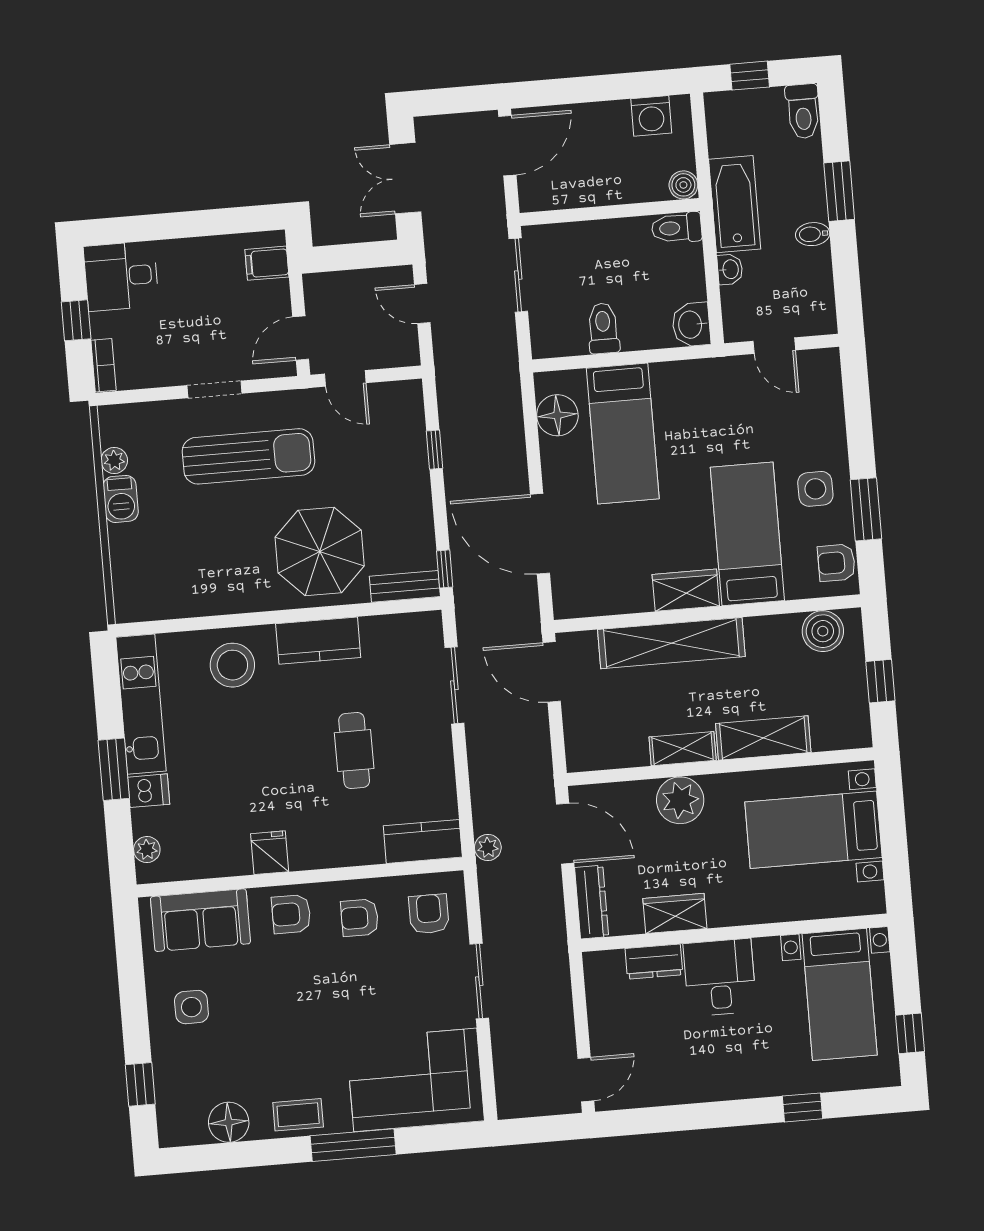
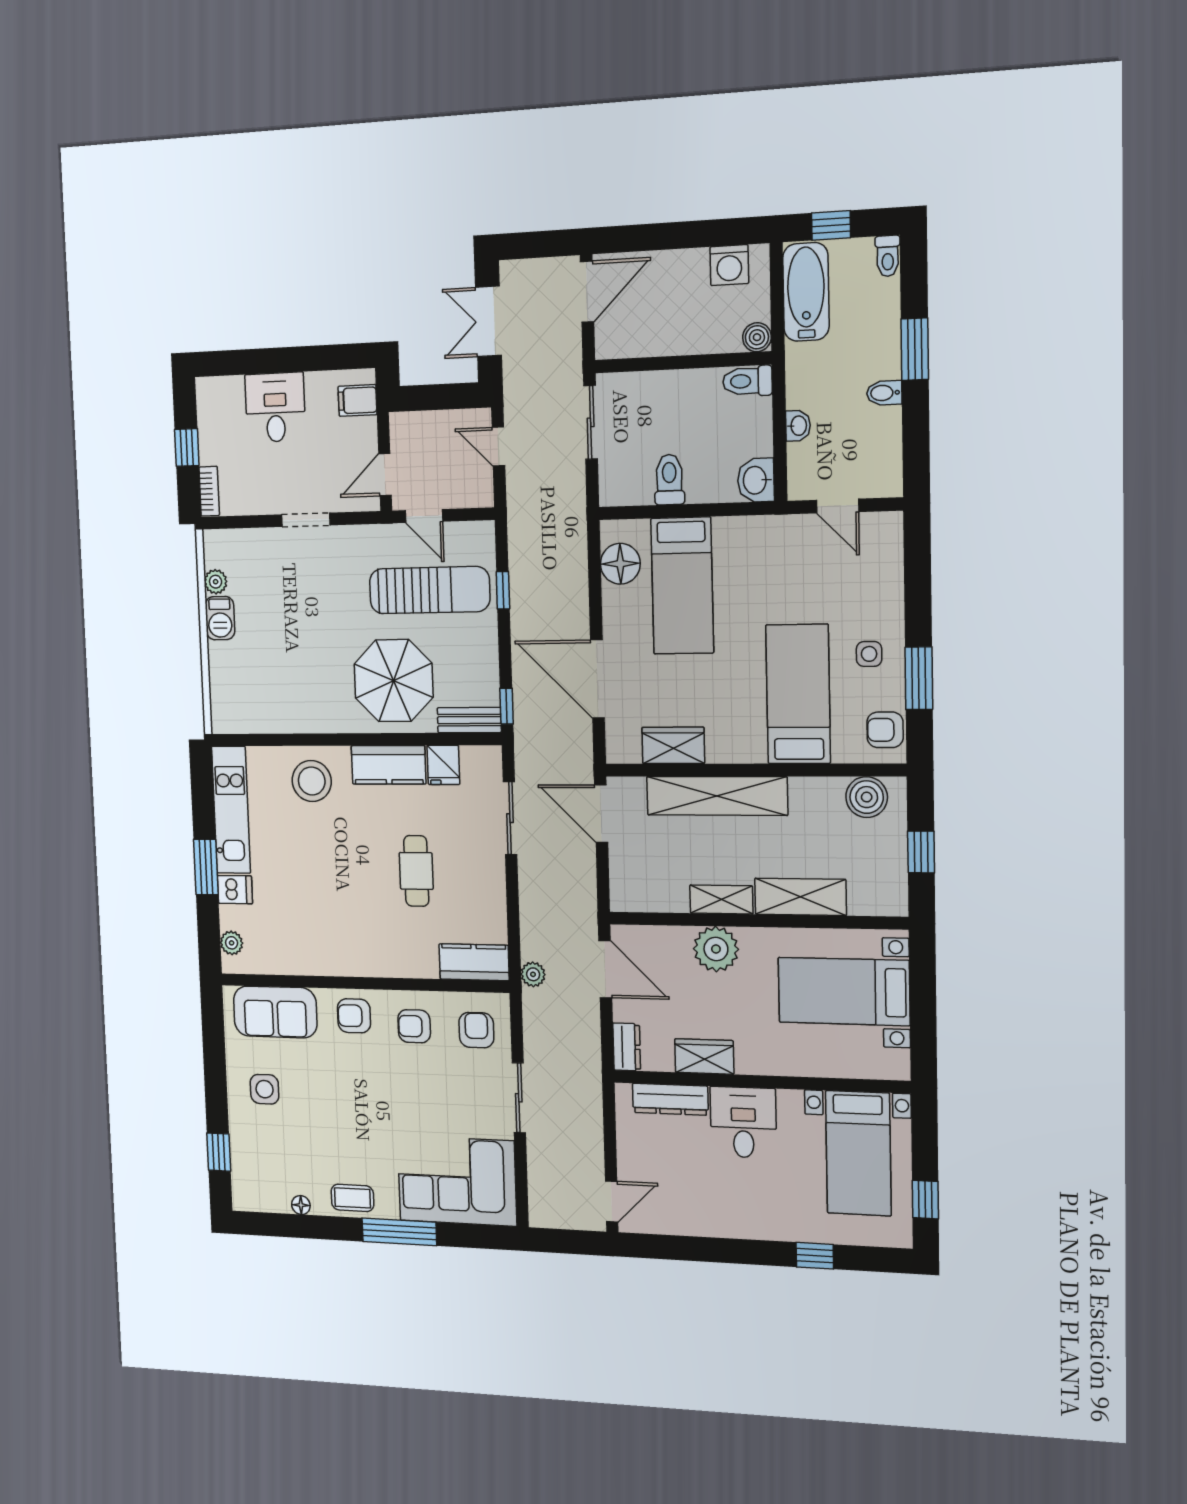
toilet: (803, 111) -> (888, 256), width x0.73, depth x0.72
bathtub: (735, 204) -> (806, 292), moved
desk: (121, 276) -> (275, 407), moved, turned 90
sun lounger: (249, 456) -> (429, 590), moved
side table: (815, 489) -> (869, 654), width x0.73, depth x0.73
wardrobe: (686, 590) -> (673, 745), moved
fridge: (270, 853) -> (443, 765), moved, turned 180
dresser: (592, 902) -> (627, 1047), width x0.70
dresser: (654, 962) -> (670, 1099), width x1.44
floor lamp: (229, 1122) -> (301, 1205), width x0.53, depth x0.53

